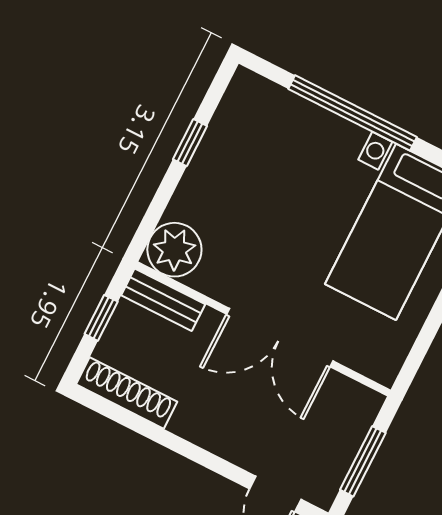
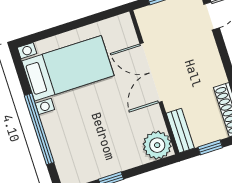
double door: (280, 338) -> (151, 73), swing flipped

